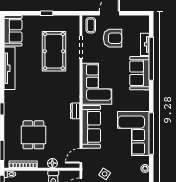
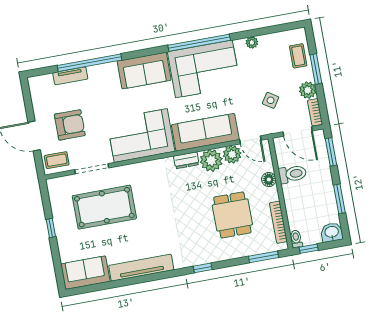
armchair: (113, 38) -> (70, 125), turned 90
sofa: (139, 73) -> (144, 71), moved
plant: (72, 127) -> (211, 160), added
dining table: (33, 135) -> (232, 215), turned 90
plant: (73, 142) -> (232, 154), added

